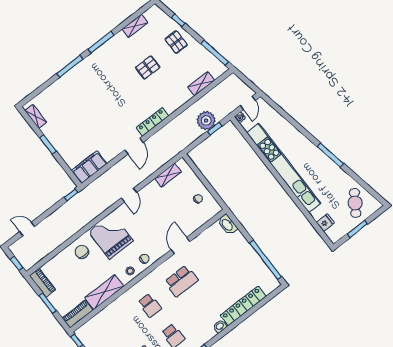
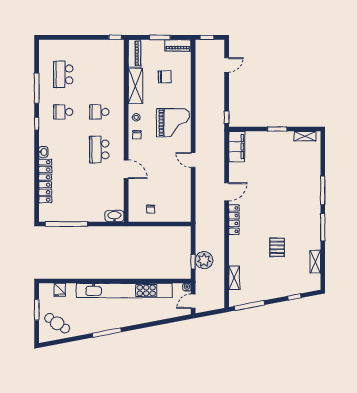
pallet: (176, 42) -> (279, 283), removed
door: (248, 103) -> (193, 301), hinge flipped
door: (134, 146) -> (227, 192), swing flipped
shelving: (168, 175) -> (185, 200), removed
chair: (82, 252) -> (165, 77), moved

